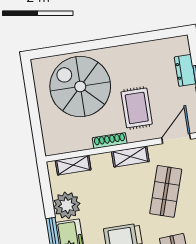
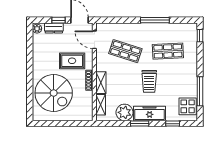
plant: (180, 43) -> (37, 29), added
spiral stairs: (80, 87) -> (54, 93), turned -90
shelving: (130, 157) -> (101, 83), moved

